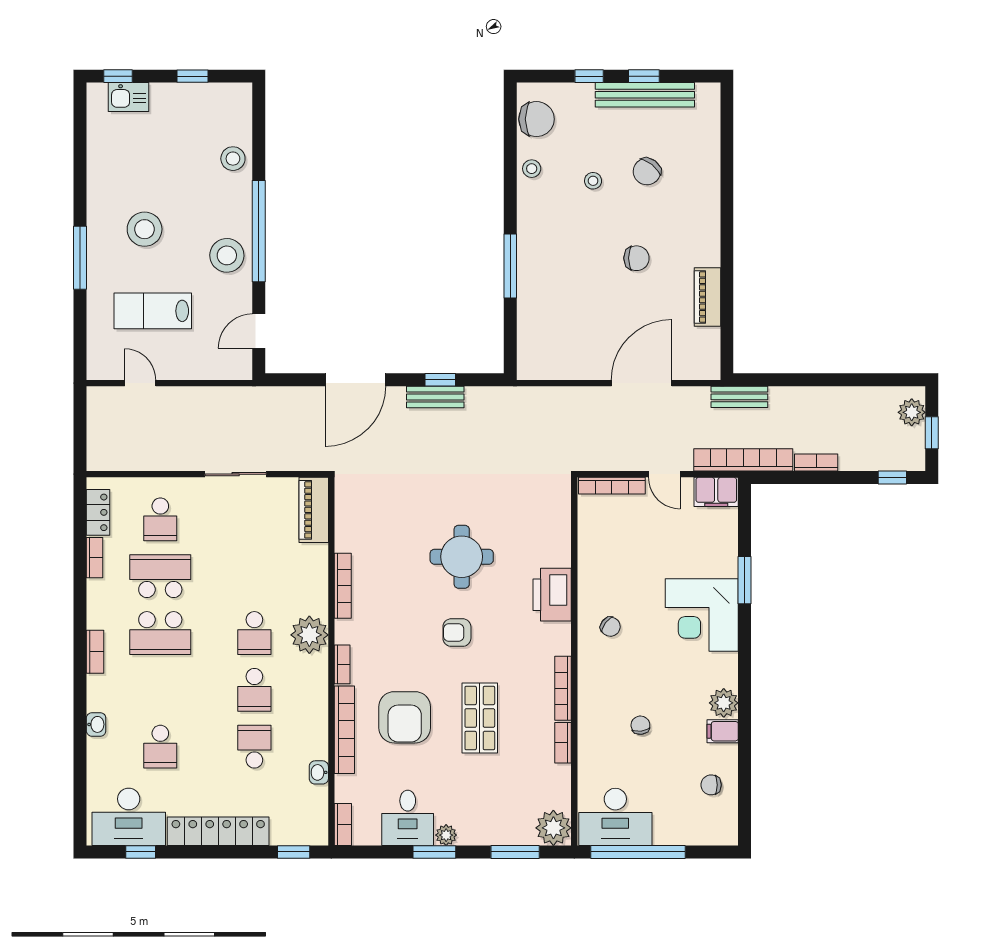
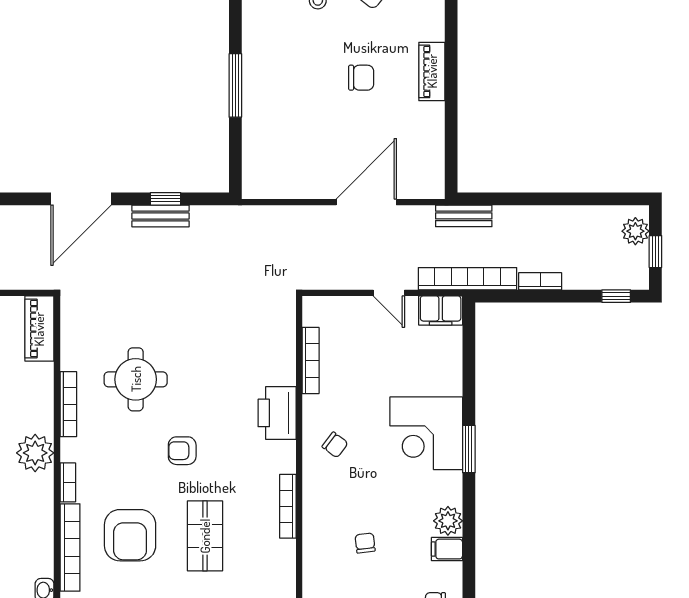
piano: (707, 297) -> (432, 71), moved
bookcase: (612, 486) -> (311, 361), moved, turned -90
round table: (462, 557) -> (136, 379), moved
window: (745, 580) -> (469, 449), moved
bookcase: (563, 743) -> (288, 561), removed

